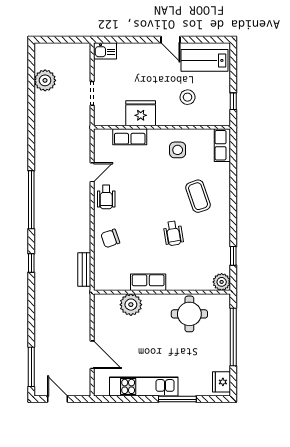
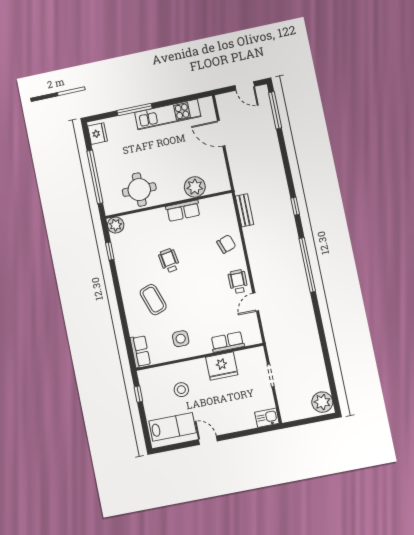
plant: (45, 80) -> (322, 402), moved

